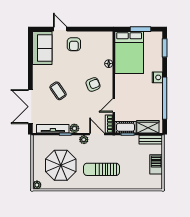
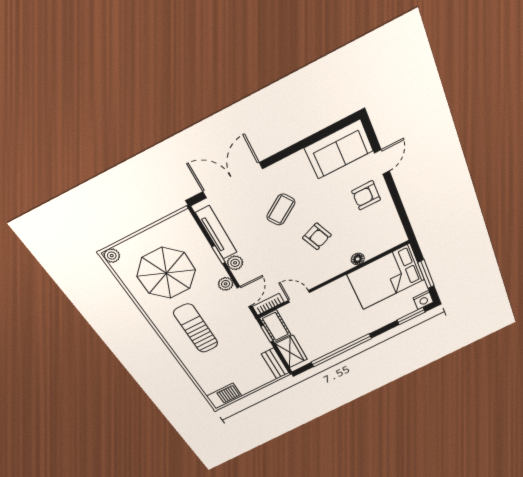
nightstand: (157, 77) -> (423, 300), moved
armchair: (93, 84) -> (317, 236), moved
barbecue: (156, 164) -> (224, 396), moved

